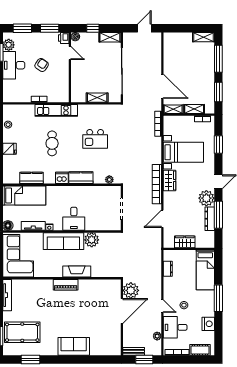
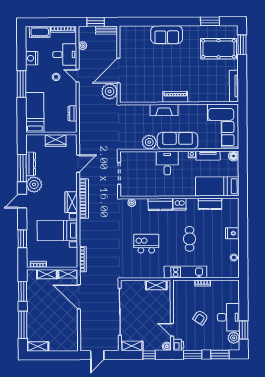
shelving: (97, 98) -> (156, 285), moved

